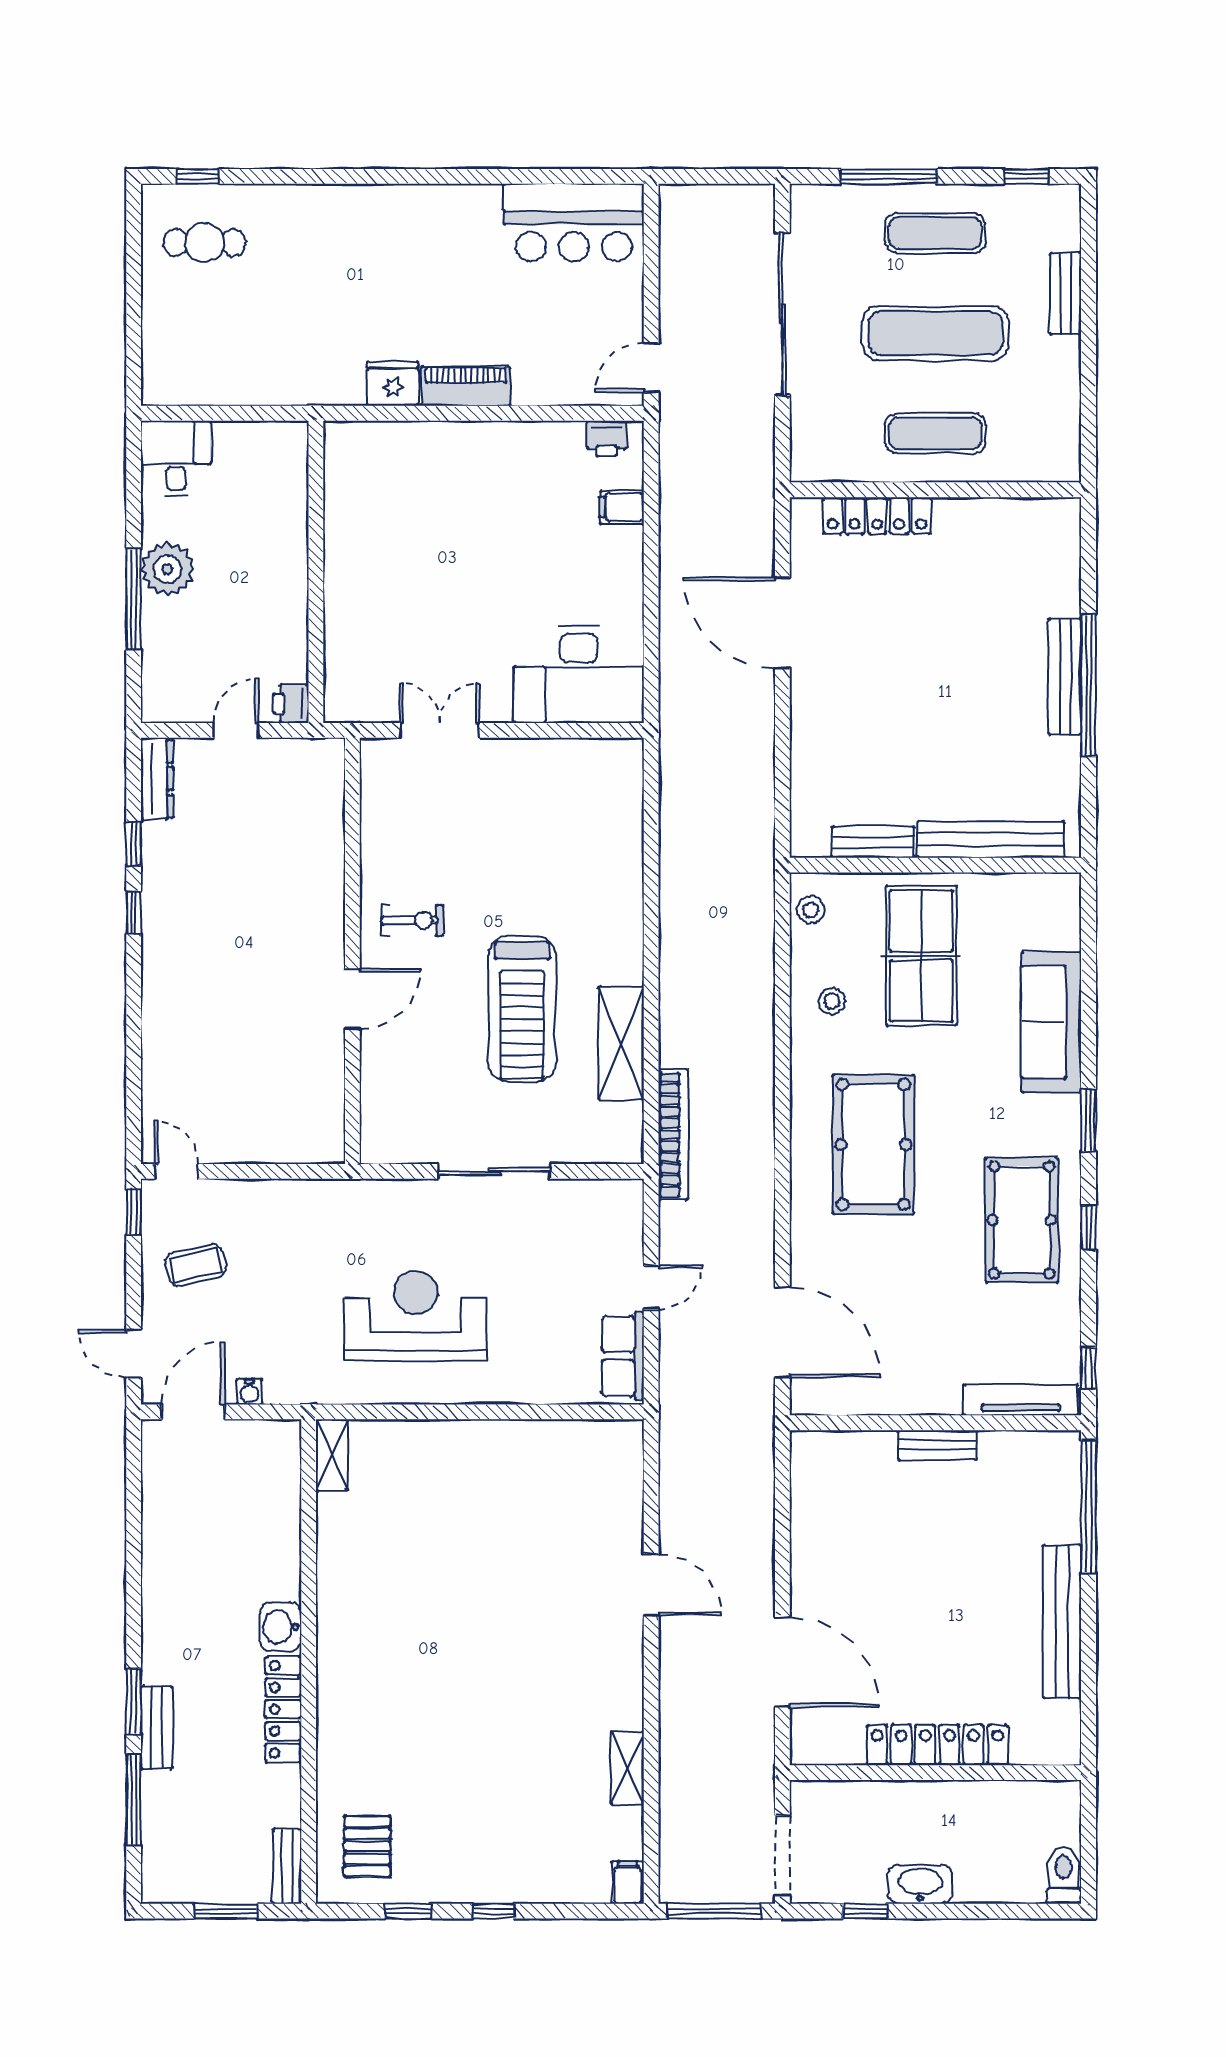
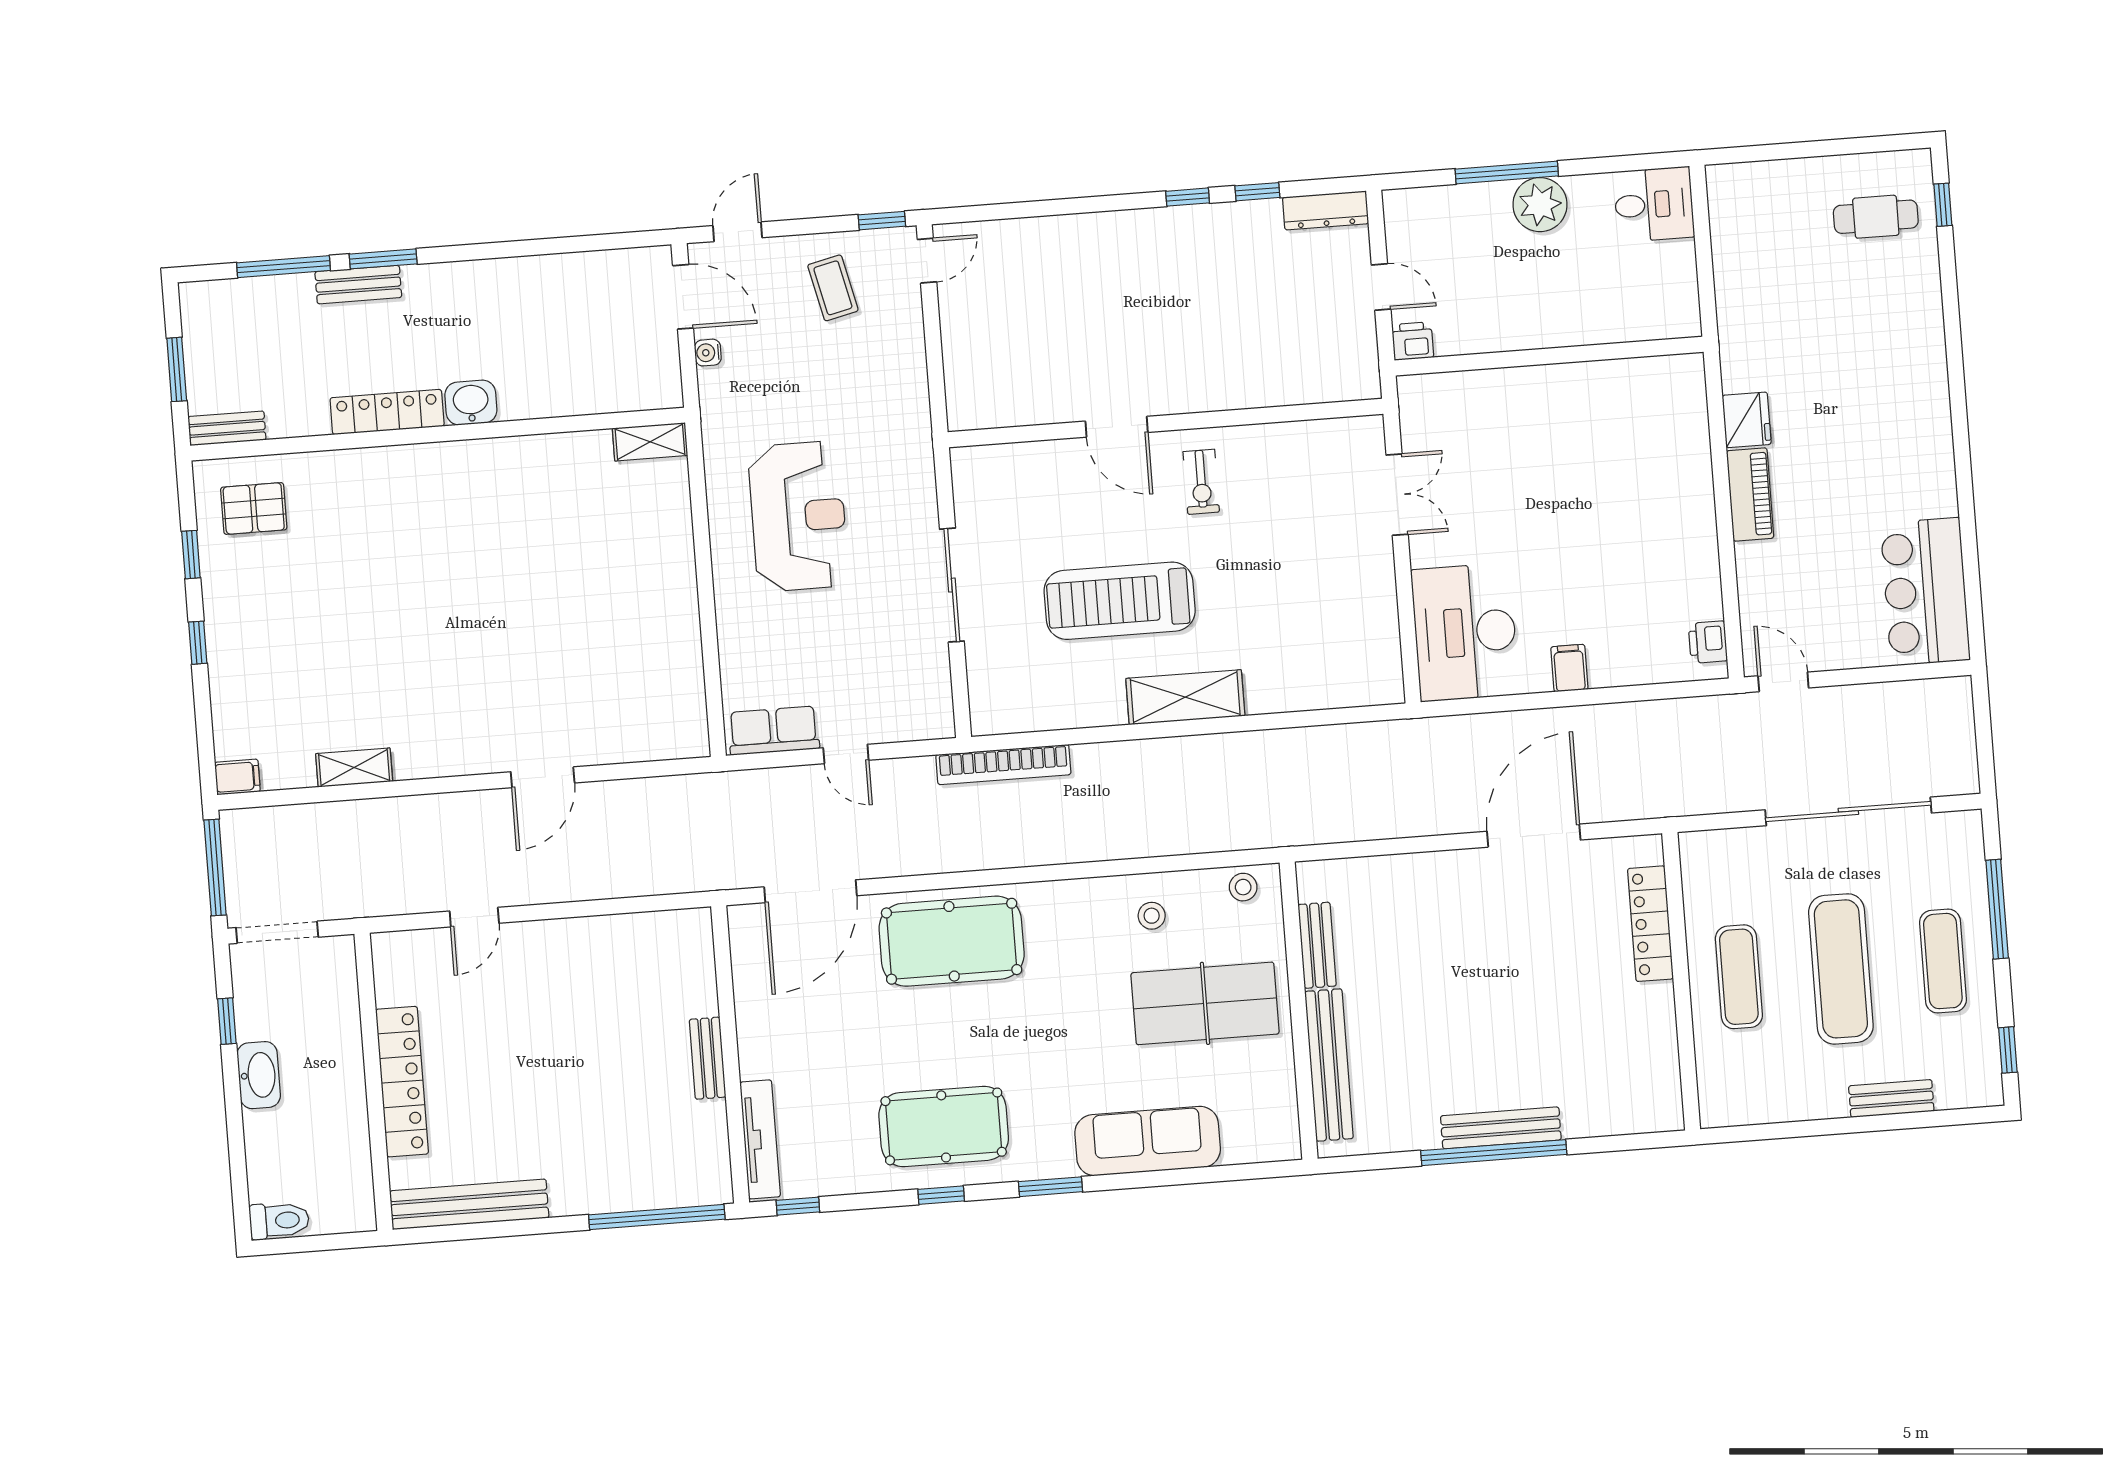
cafe table: (204, 243) -> (1876, 217), turned 90
filing cabinet: (622, 507) -> (1569, 668), moved
shelving: (621, 1043) -> (1185, 697), moved
pool table: (873, 1144) -> (952, 941), moved
bench: (1062, 1622) -> (469, 1204), moved
door: (782, 1662) -> (474, 917), width x0.53

